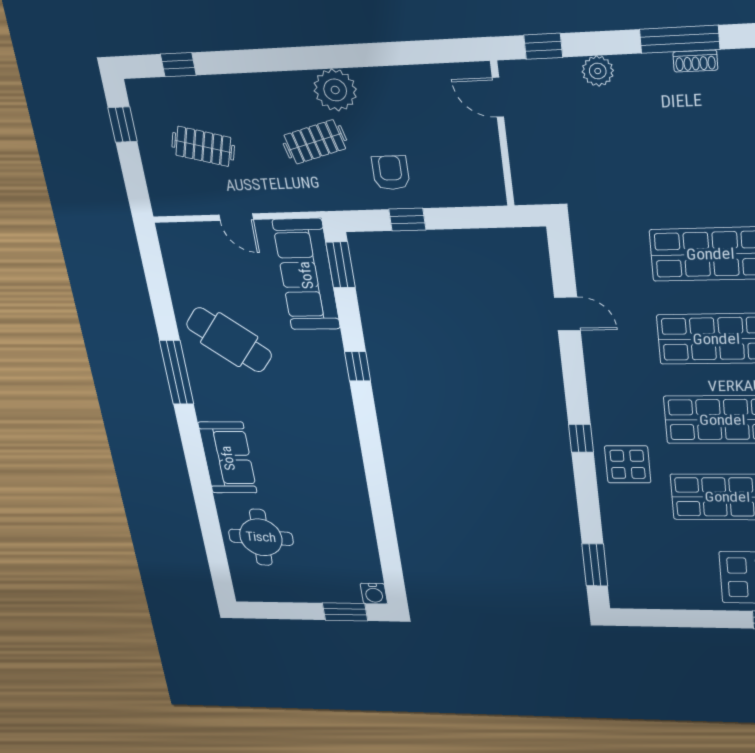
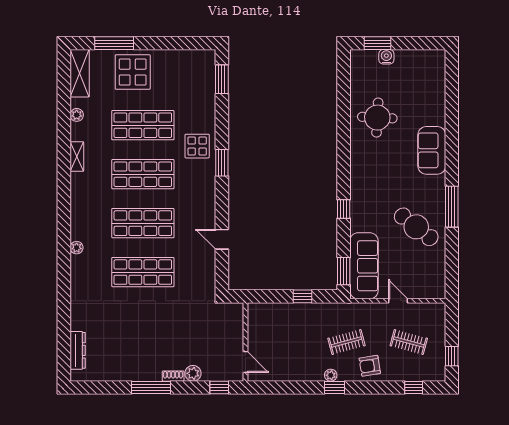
window: (323, 57) -> (335, 388), added
shoe rack: (695, 61) -> (173, 376), moved
plant: (335, 90) -> (331, 375), width x0.53, depth x0.53
armchair: (391, 173) -> (370, 366), moved, turned 81
window: (581, 438) -> (222, 163), width x1.50
round table: (261, 537) -> (377, 118), moved
water cooler: (374, 594) -> (386, 57), moved

